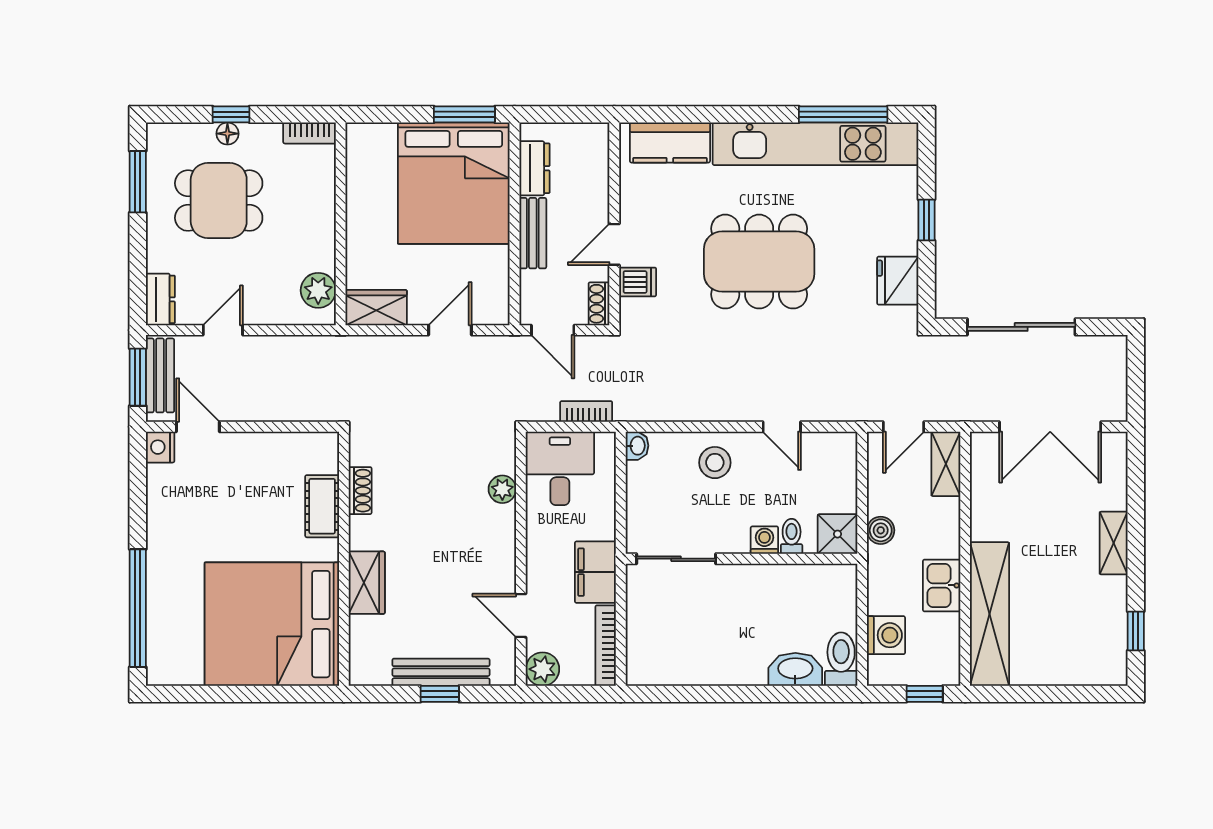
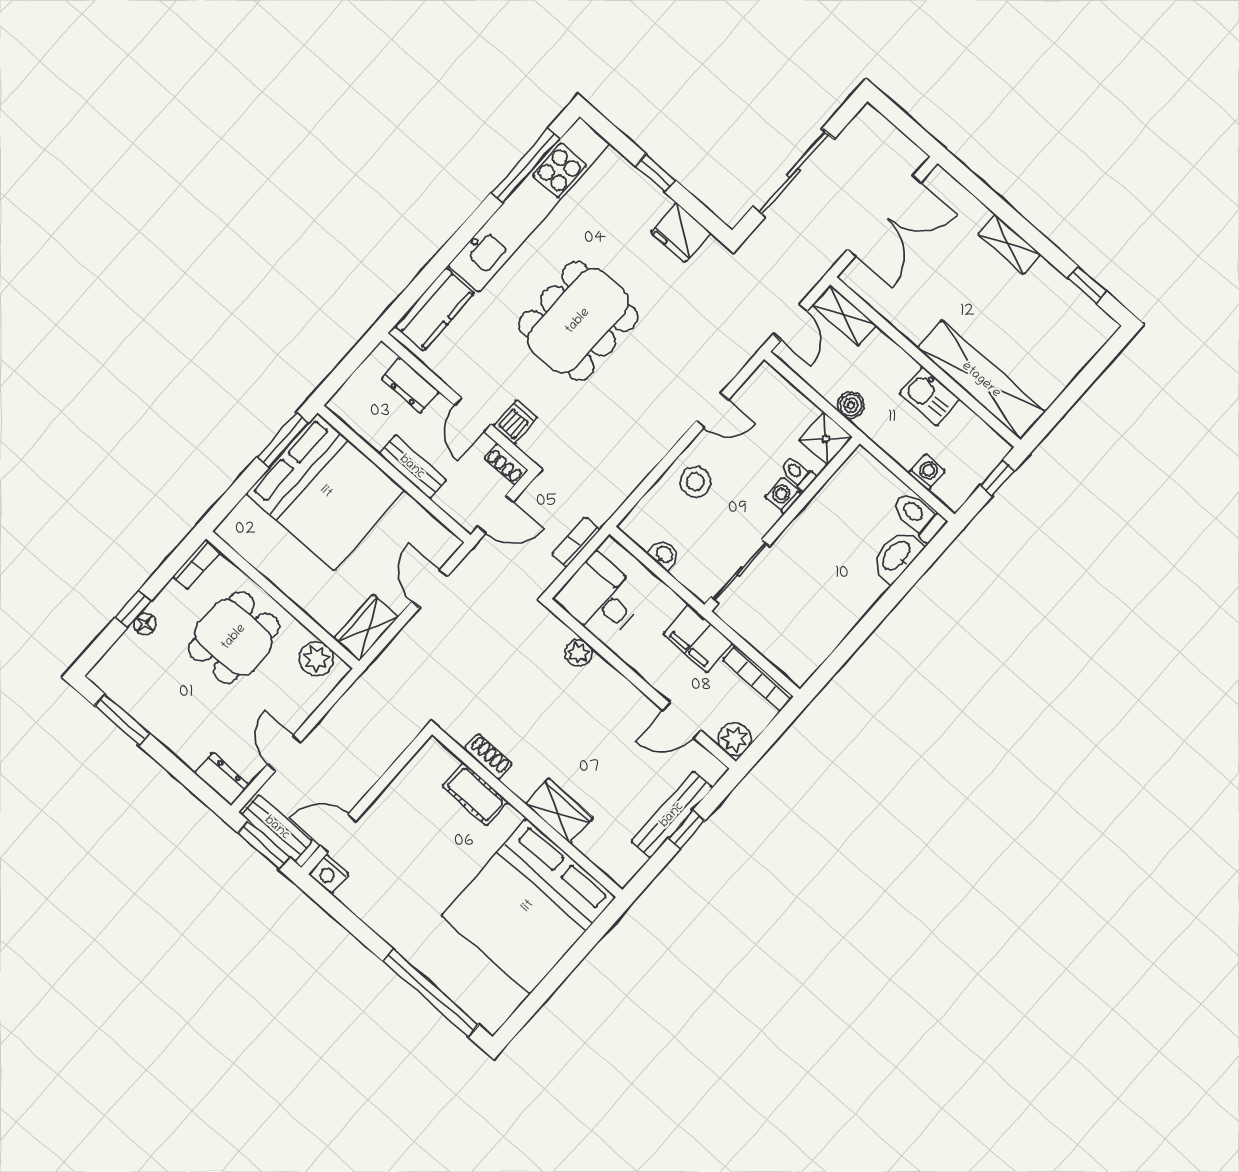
dresser: (534, 168) -> (410, 385), moved, turned 180
dining table: (219, 201) -> (234, 637), moved
washbasin: (637, 446) -> (664, 555), moved
washing machine: (886, 635) -> (927, 472), width x0.73, depth x0.73

